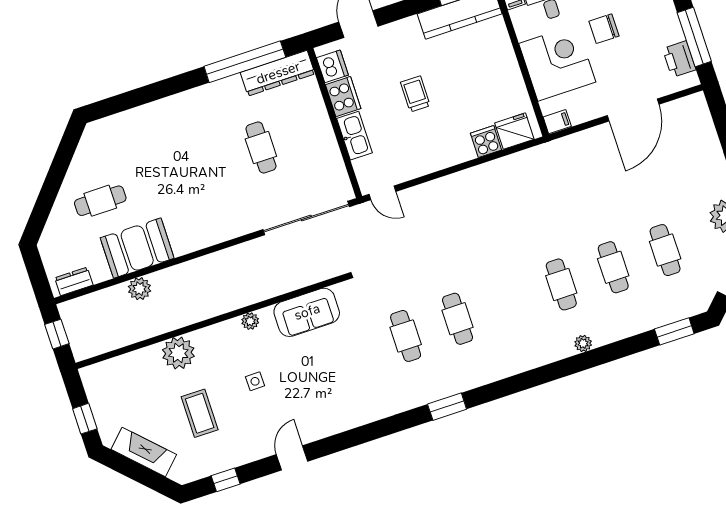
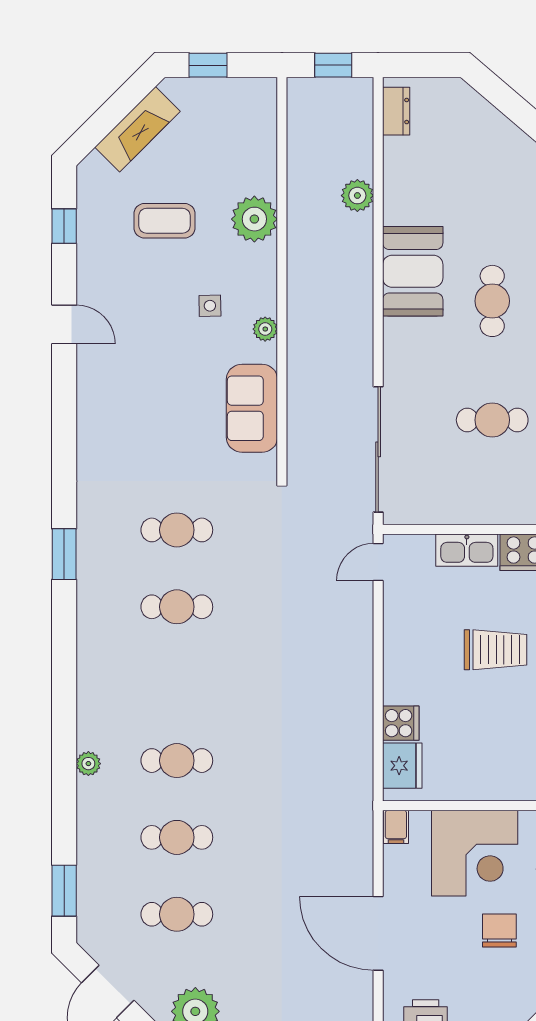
trolley: (415, 94) -> (496, 650), width x1.36, depth x1.39
cafe table: (100, 201) -> (492, 301), moved
booth: (137, 248) -> (413, 271), moved
side table: (255, 381) -> (210, 306), moved

